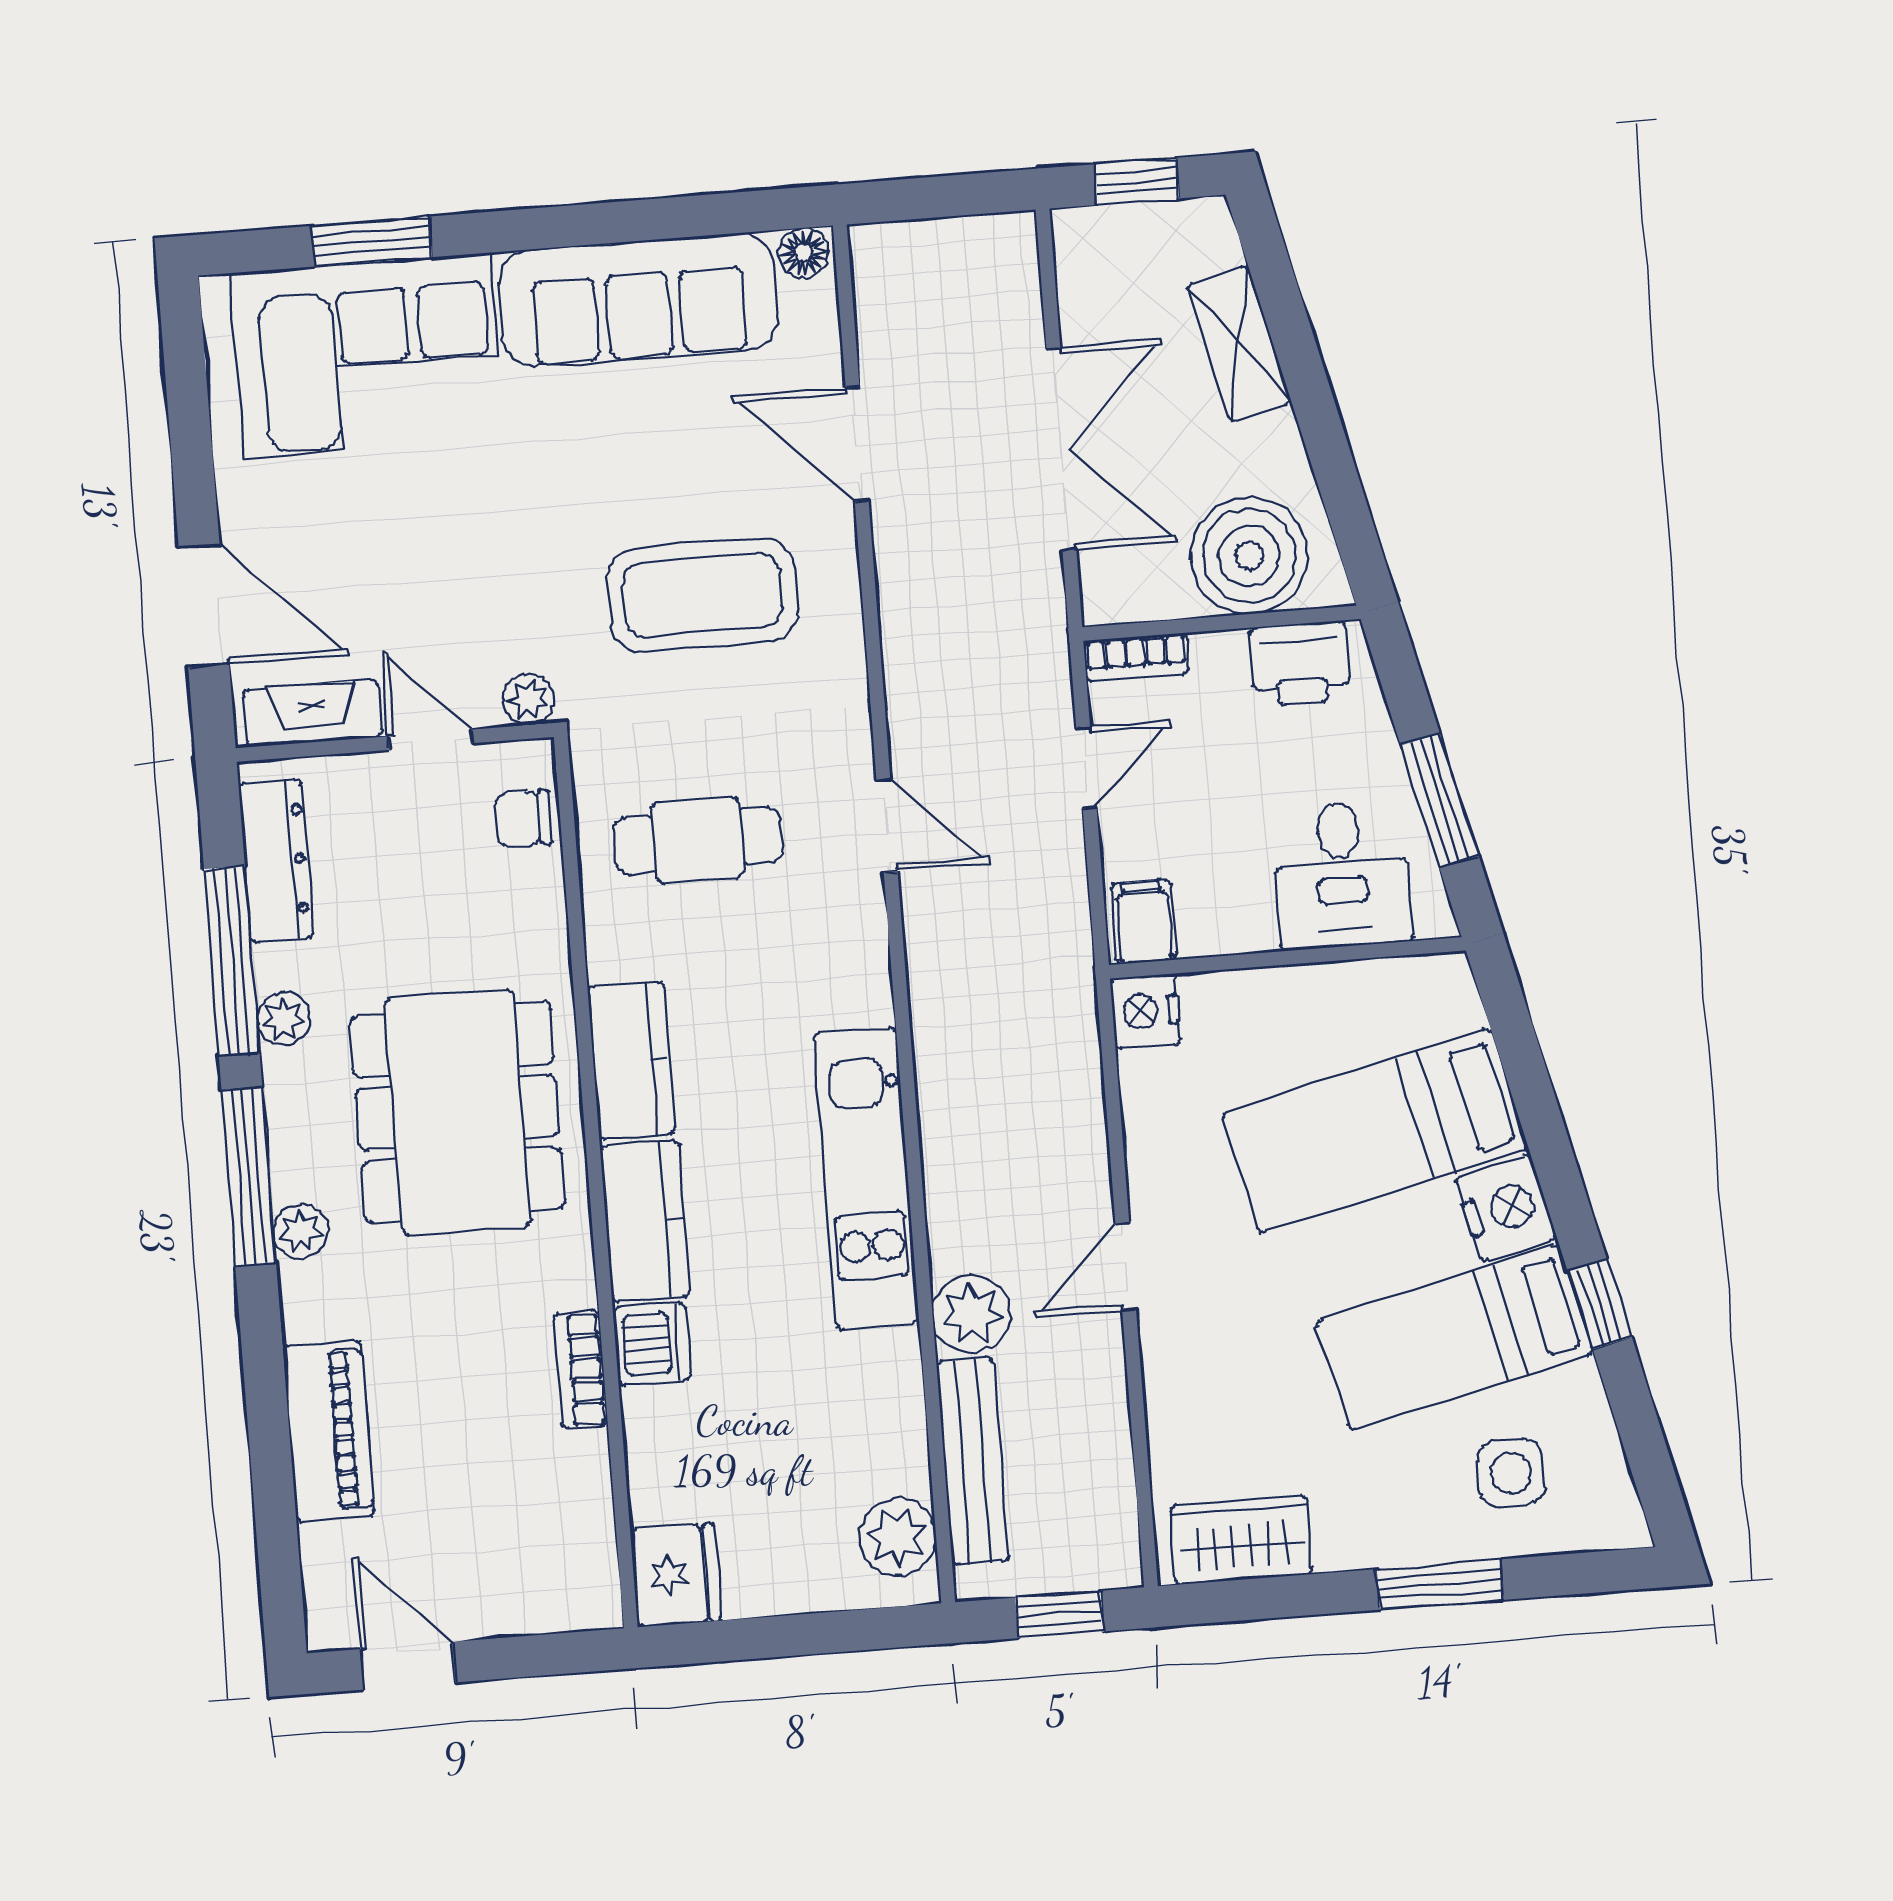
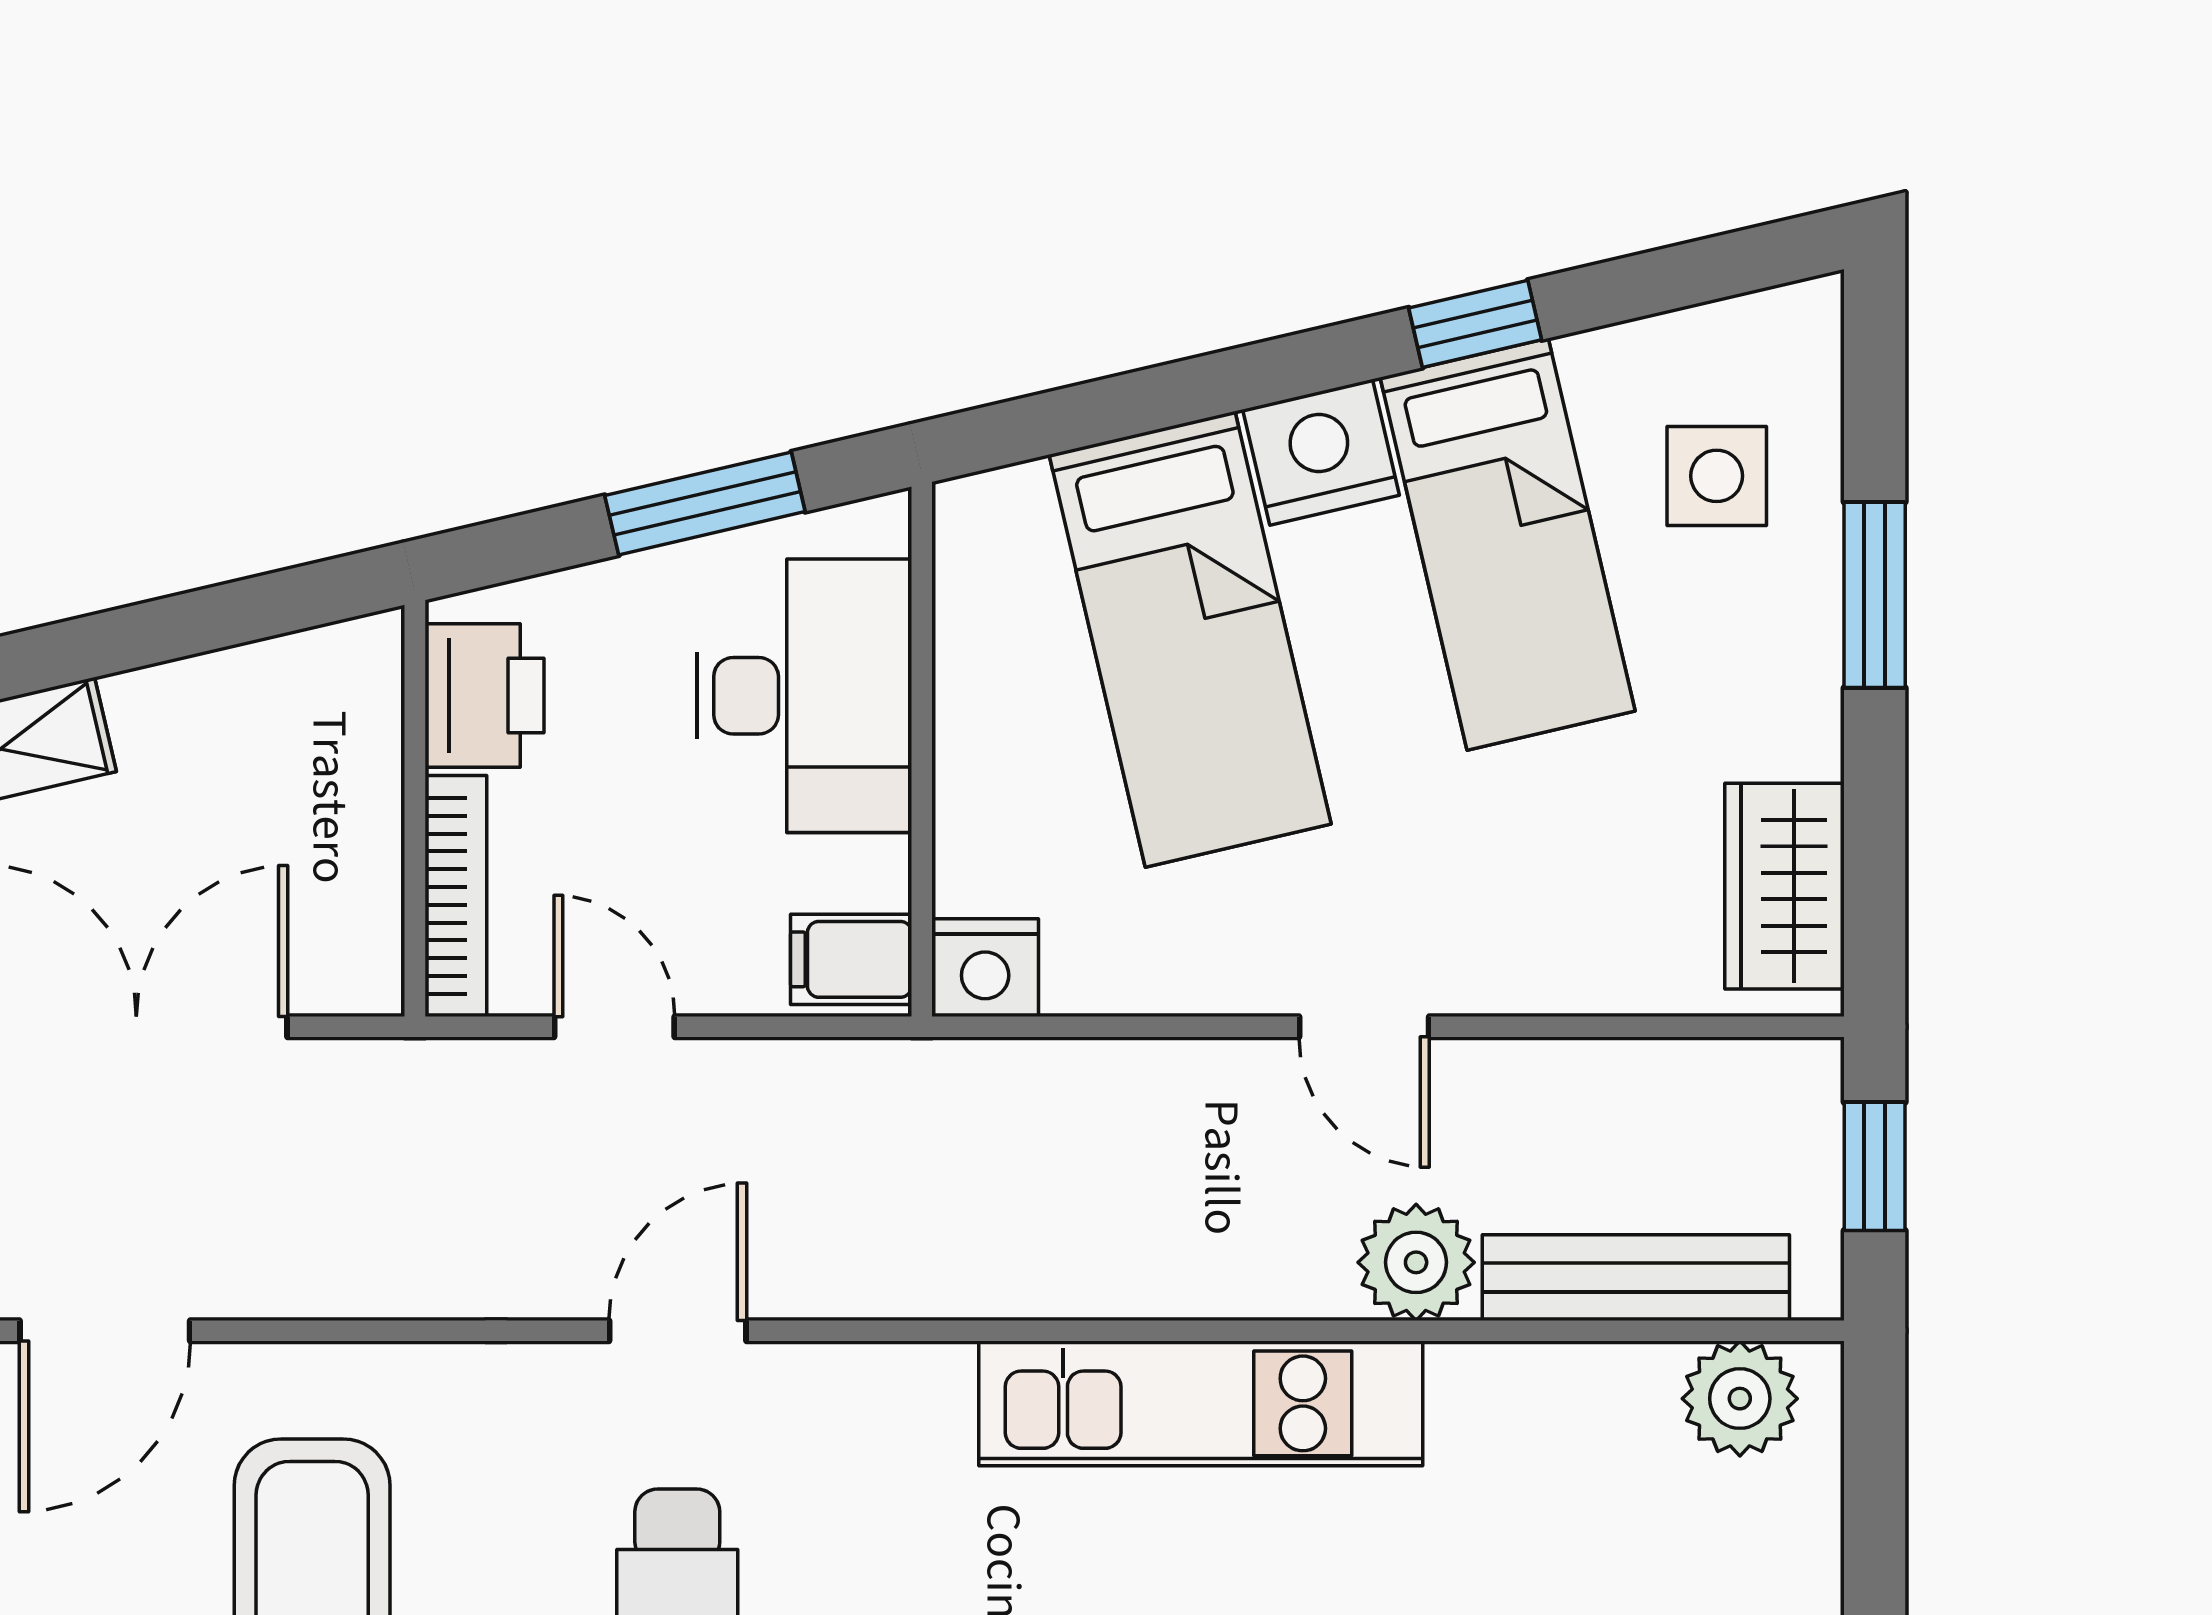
boiler: (1249, 556) -> (318, 759), removed
bookcase: (1136, 657) -> (456, 896), width x1.56
desk: (1342, 875) -> (804, 696), width x1.37

